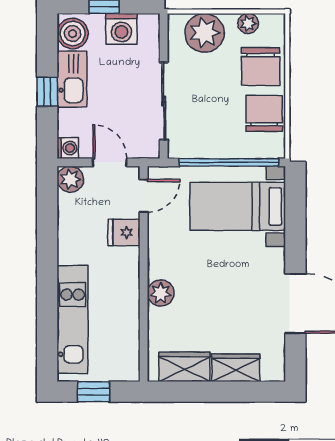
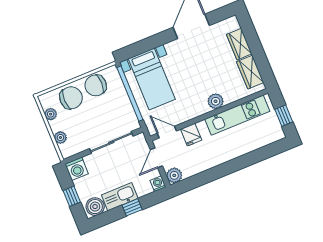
washing machine: (121, 29) -> (77, 169), moved, turned 90
plant: (205, 33) -> (60, 138), width x0.53, depth x0.53
kitchen unit: (73, 320) -> (237, 115), moved, turned 180

